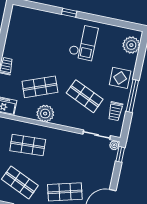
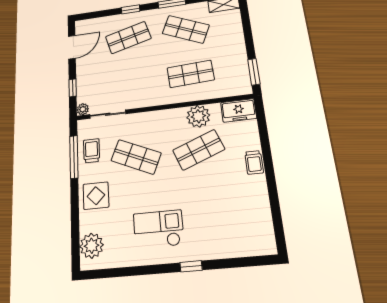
checkout: (83, 42) -> (158, 229), turned 90
window: (132, 96) -> (74, 157), moved
plant: (45, 114) -> (198, 116), moved
window: (120, 154) -> (73, 88), moved

